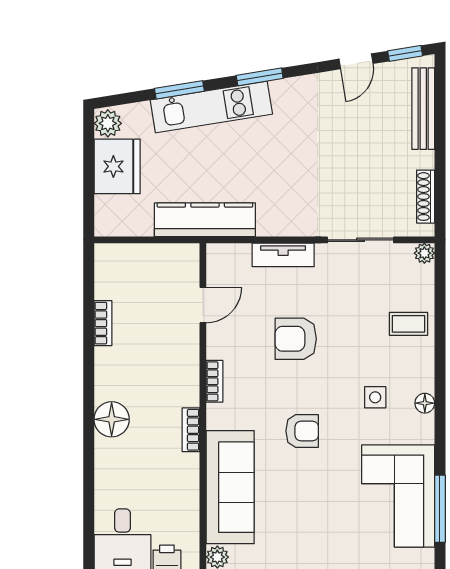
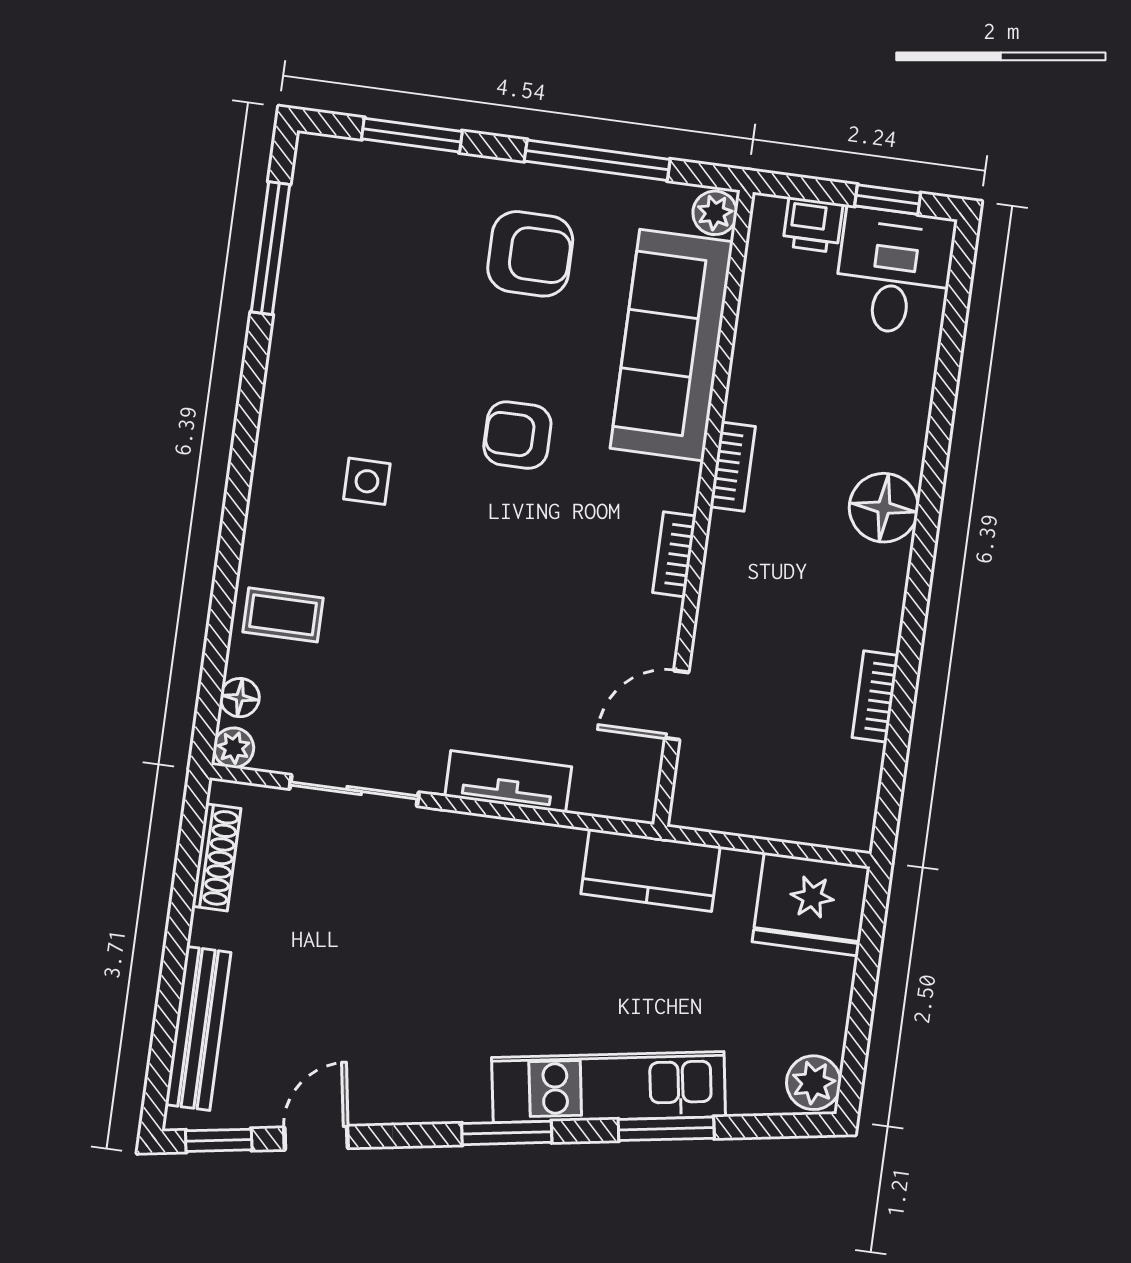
fridge: (117, 166) -> (811, 904), moved, turned -90
kitchen counter: (205, 220) -> (651, 870), width x0.67
armchair: (296, 339) -> (530, 254), moved
floor lamp: (425, 403) -> (240, 698), moved
corner sofa: (398, 496) -> (348, 284), removed

